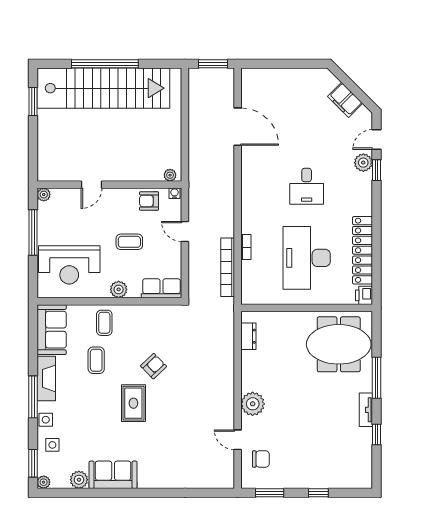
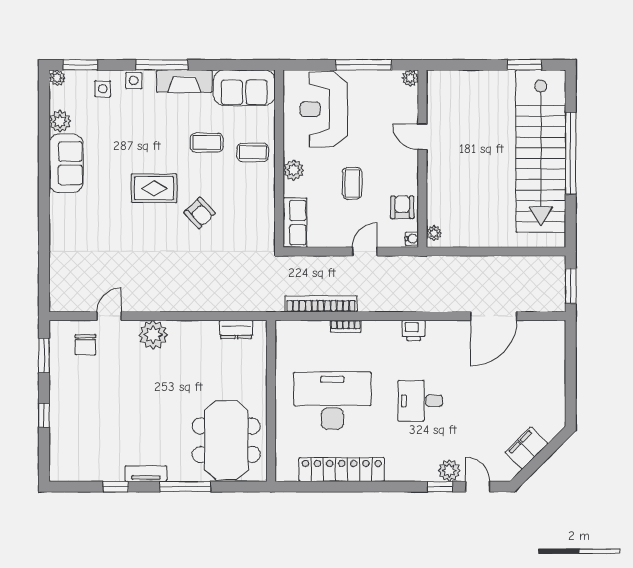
printer: (364, 295) -> (414, 330), moved, turned 180

